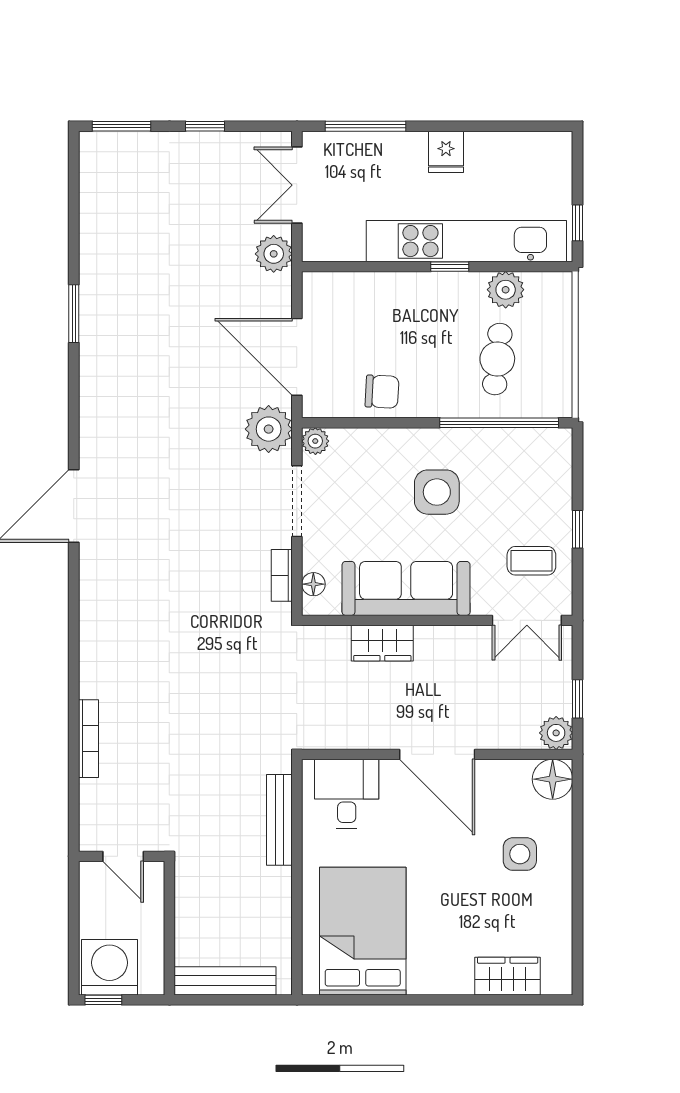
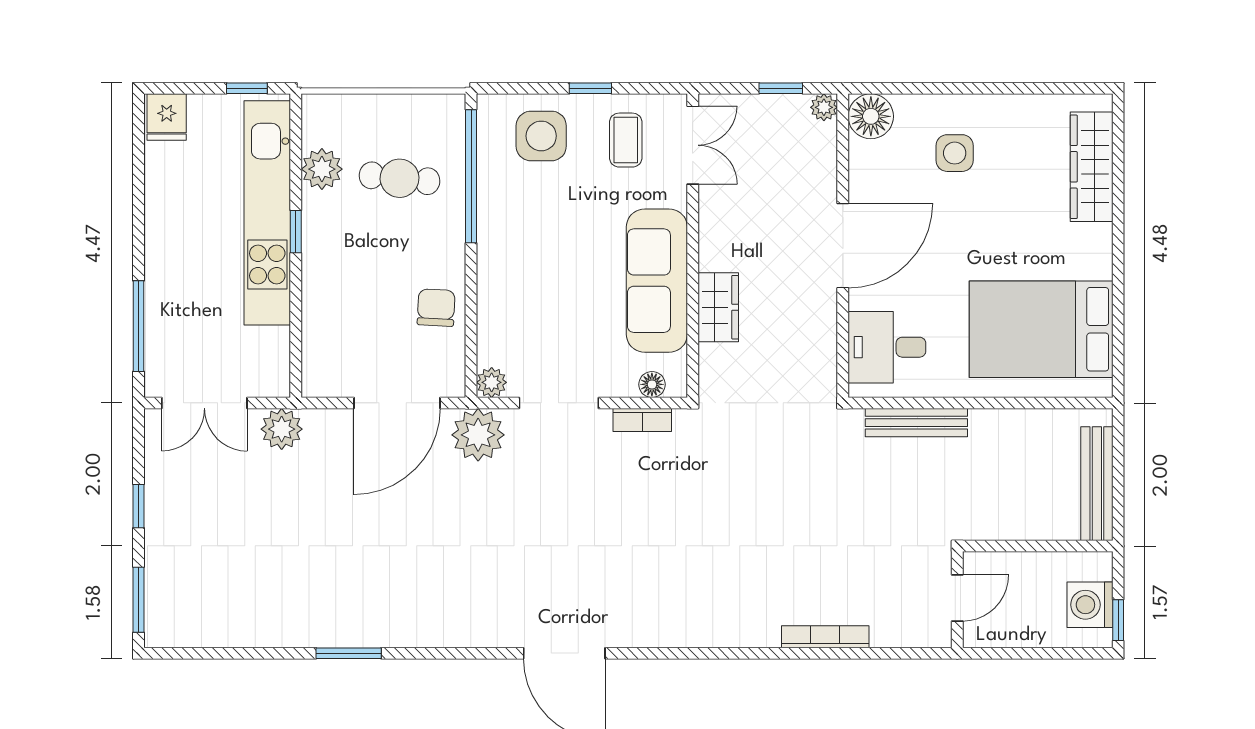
fridge: (446, 152) -> (167, 117), moved, turned 90
side table: (437, 492) -> (541, 136), moved
plant: (556, 733) -> (824, 107), width x0.73, depth x0.73
washing machine: (109, 967) -> (1090, 605), width x0.73, depth x0.73
wardrobe: (508, 976) -> (1092, 167), width x1.50

